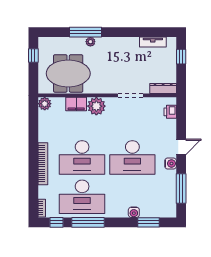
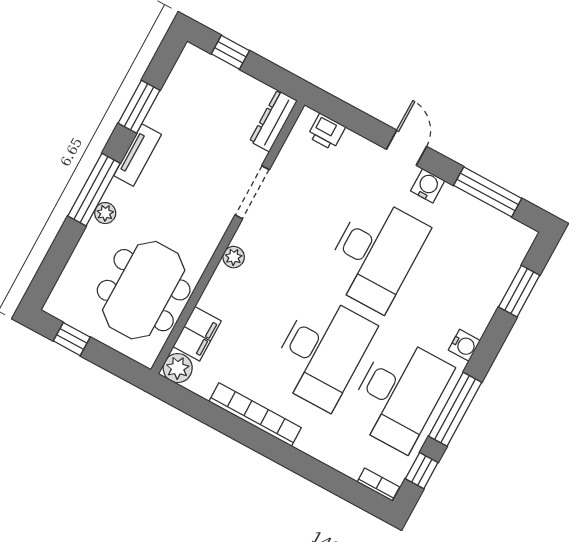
window: (86, 32) -> (94, 190), moved
window: (140, 32) -> (139, 107), added
tv unit: (153, 42) -> (138, 155), moved
filing cabinet: (76, 104) -> (197, 334), moved
plant: (96, 106) -> (234, 257), width x0.53, depth x0.53
bookcase: (43, 164) -> (255, 414), moved
water cooler: (134, 212) -> (464, 345), moved

